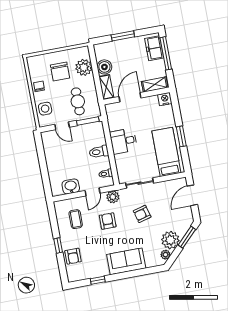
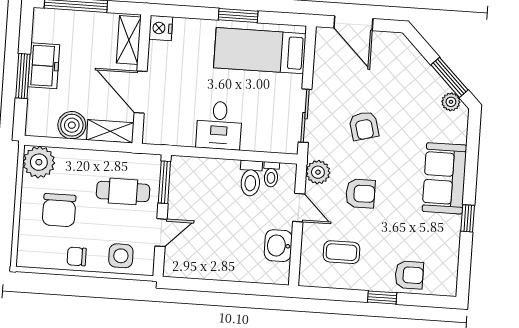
freezer: (154, 48) -> (44, 66), moved, turned -90
plant: (84, 67) -> (39, 162), moved
chair: (60, 72) -> (59, 210), turned 90
toilet: (99, 152) -> (251, 178), moved
armchair: (108, 221) -> (360, 194), turned 180
window: (187, 237) -> (450, 77), moved
plant: (170, 240) -> (426, 86), removed
window: (98, 280) -> (468, 218), moved

